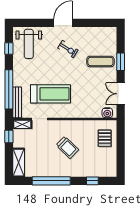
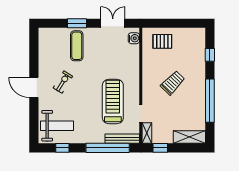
double door: (121, 94) -> (113, 23), swing flipped

